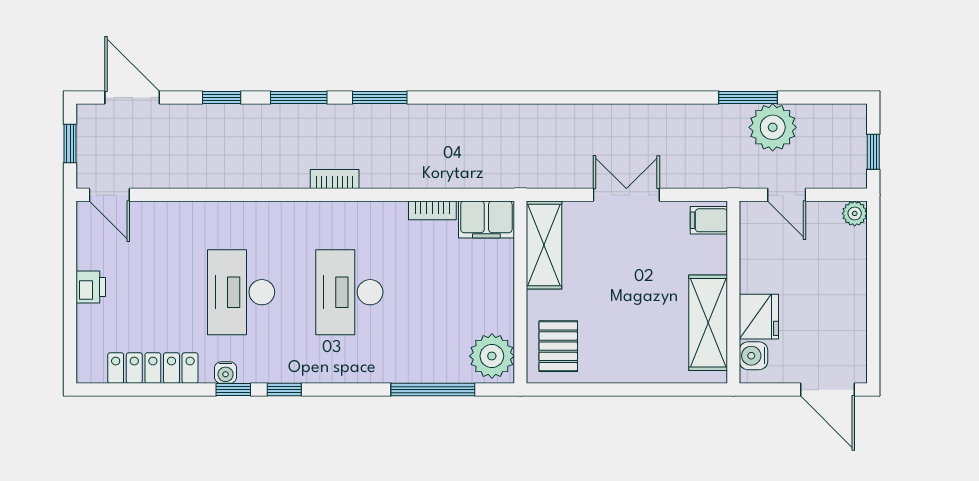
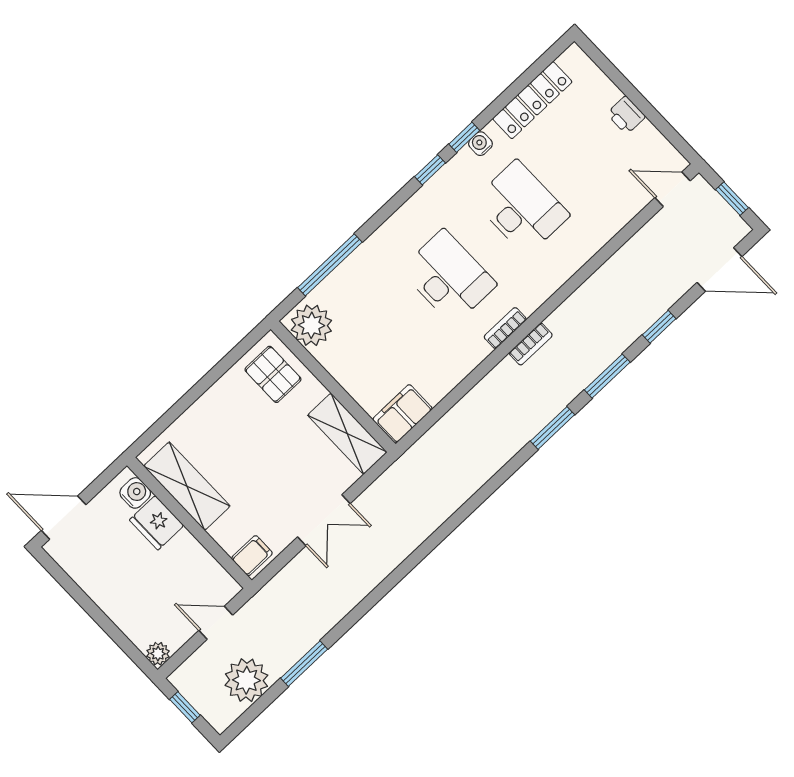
plant: (773, 127) -> (246, 680), moved
bookcase: (432, 210) -> (505, 328), moved

